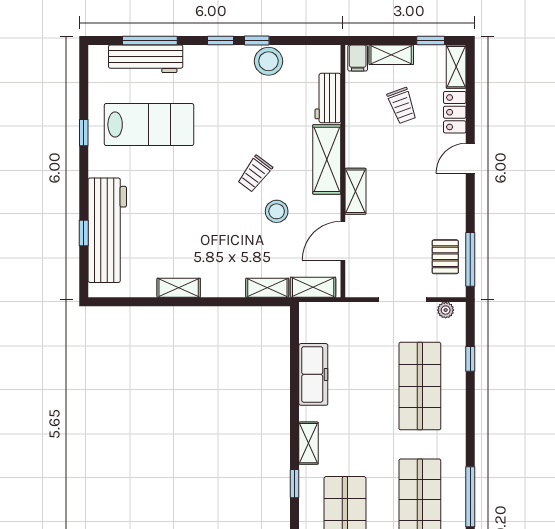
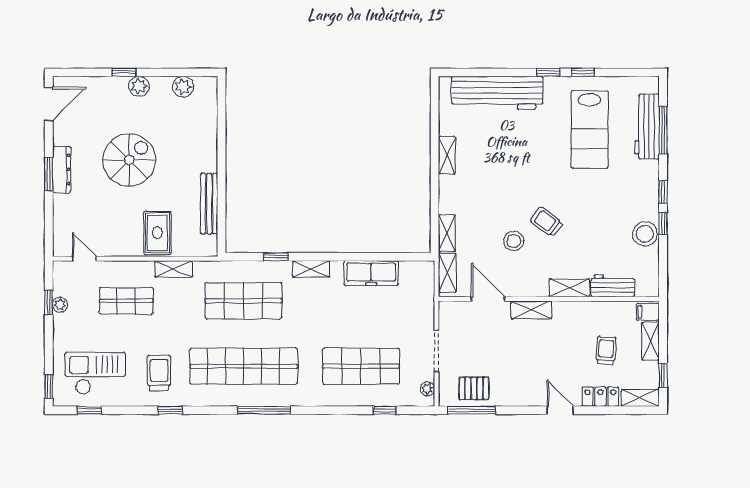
trolley: (402, 106) -> (606, 351), turned 114
shelving: (327, 159) -> (569, 288), width x0.67, depth x0.75
window: (84, 233) -> (548, 72), moved

